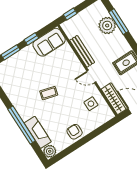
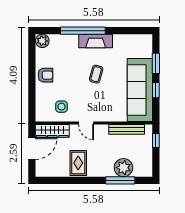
sofa: (49, 42) -> (140, 90), width x1.85, depth x1.27
bench: (82, 51) -> (127, 129), moved
door: (91, 77) -> (86, 123), swing flipped
fireplace: (38, 132) -> (96, 41), moved

